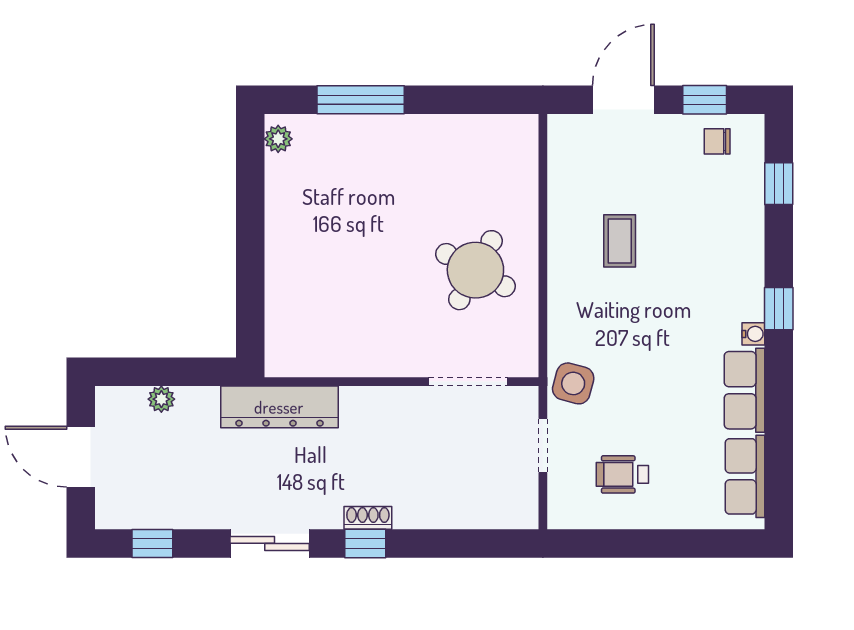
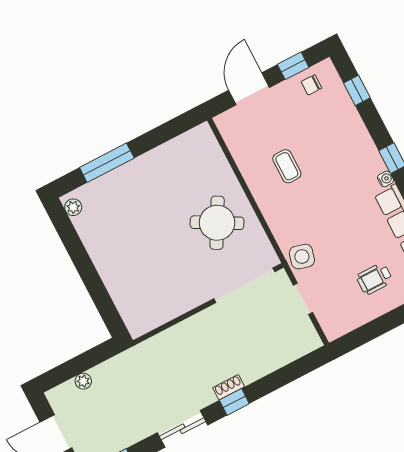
doorway: (468, 382) -> (244, 285), width x1.36
dresser: (279, 407) -> (149, 352), removed
wheelchair: (622, 474) -> (374, 279), moved

